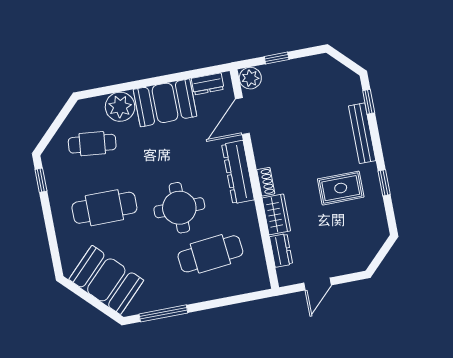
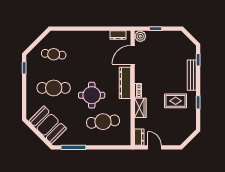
booth: (165, 103) -> (95, 41), removed
plant: (120, 107) -> (71, 38), removed
dresser: (281, 250) -> (139, 137), moved
door: (318, 284) -> (154, 147), swing flipped

